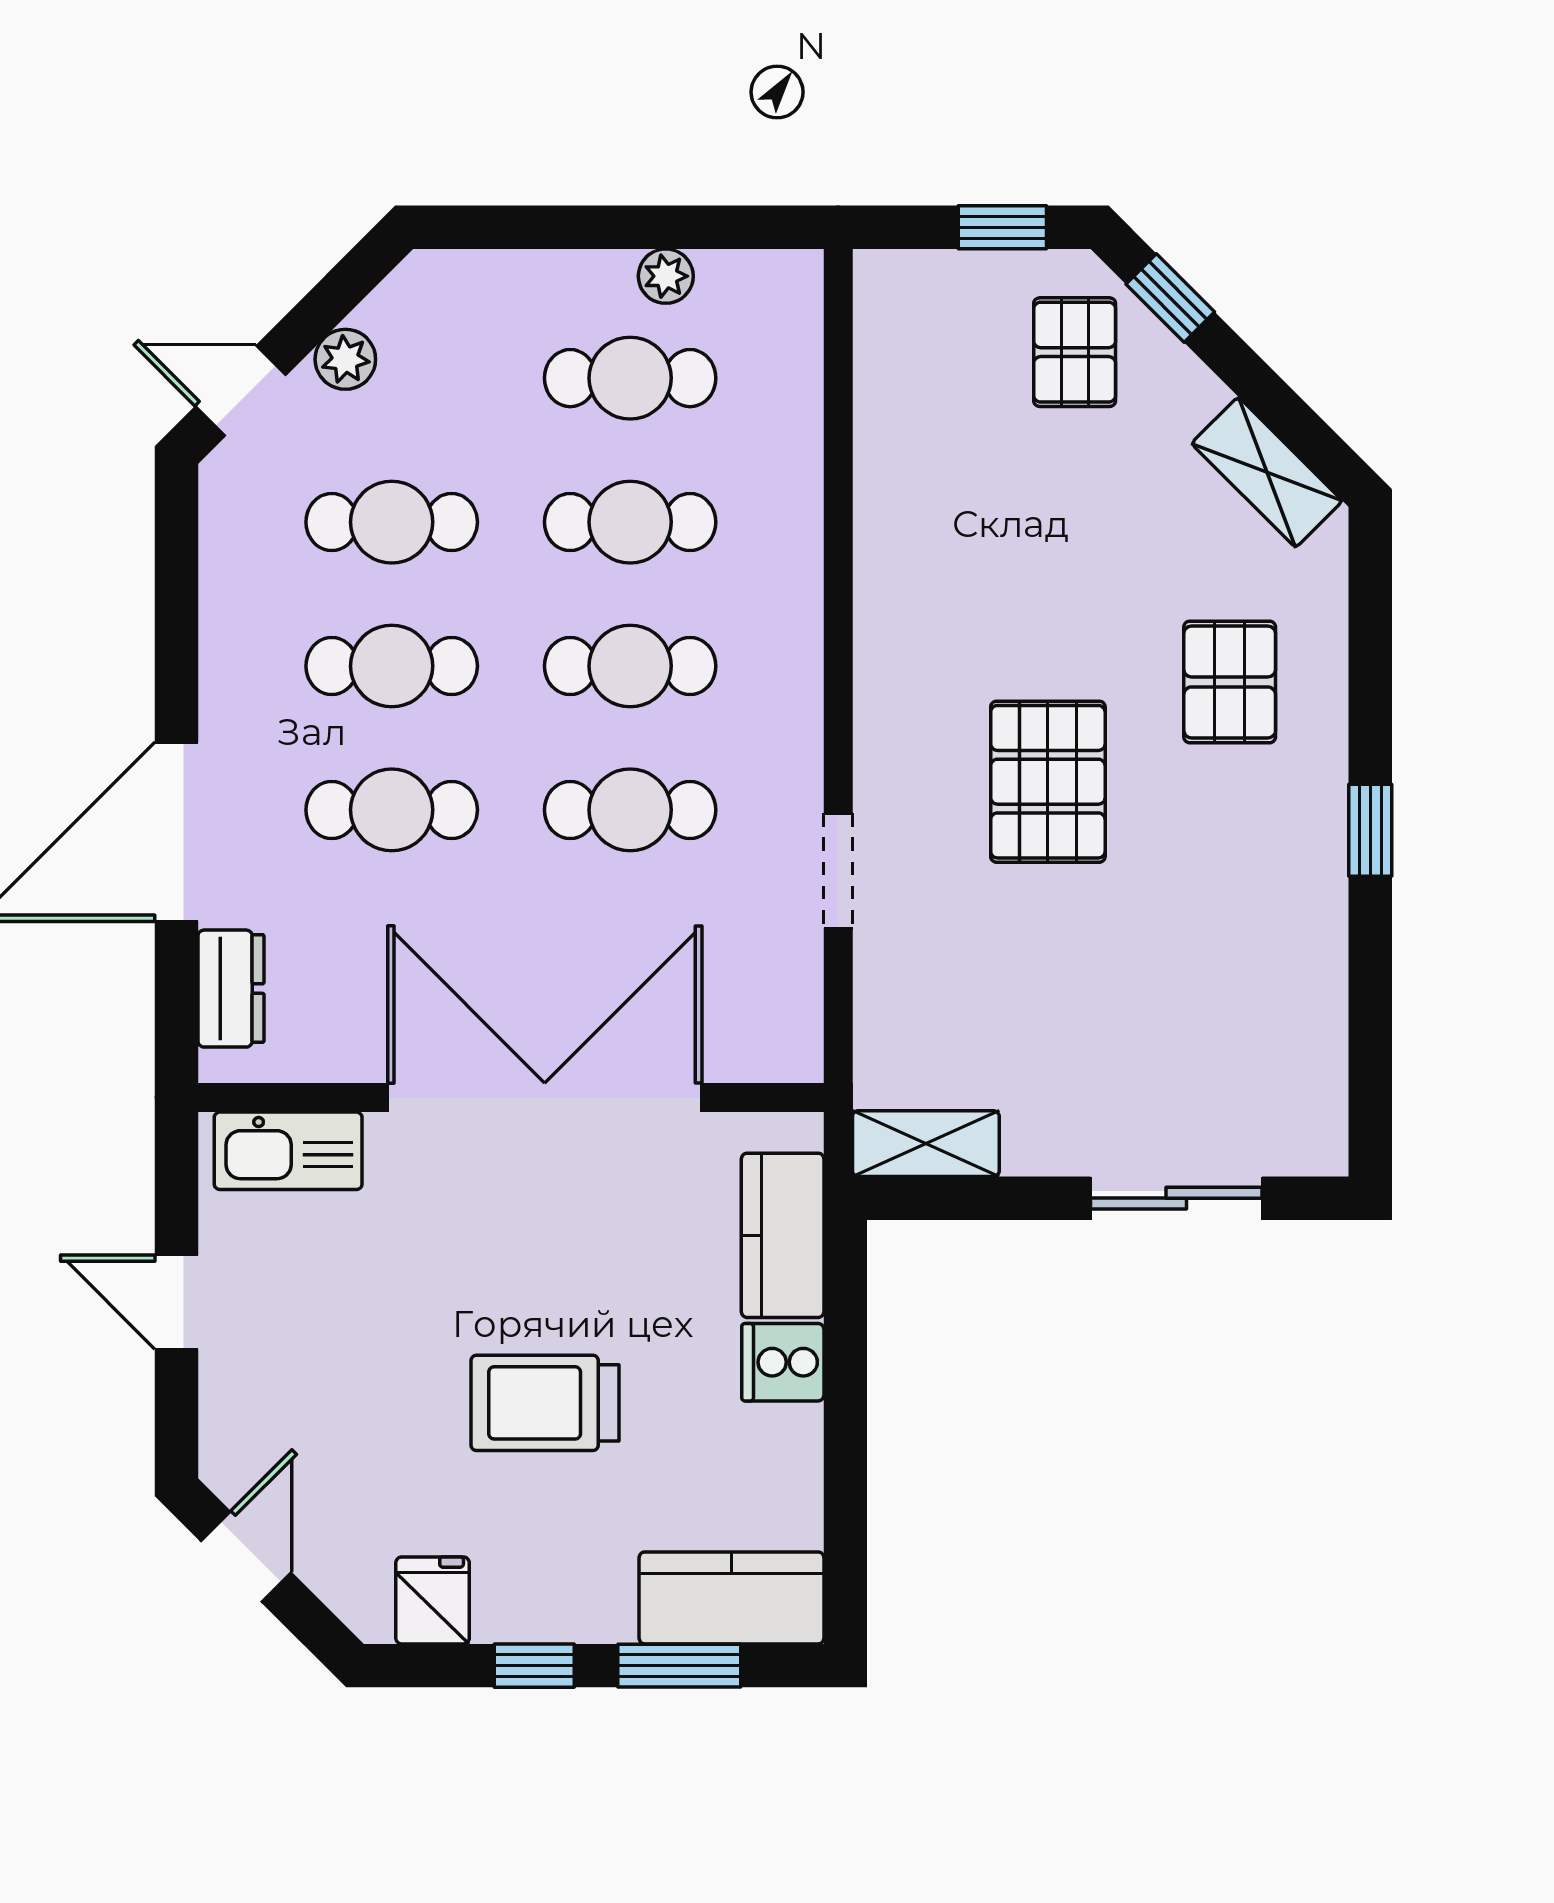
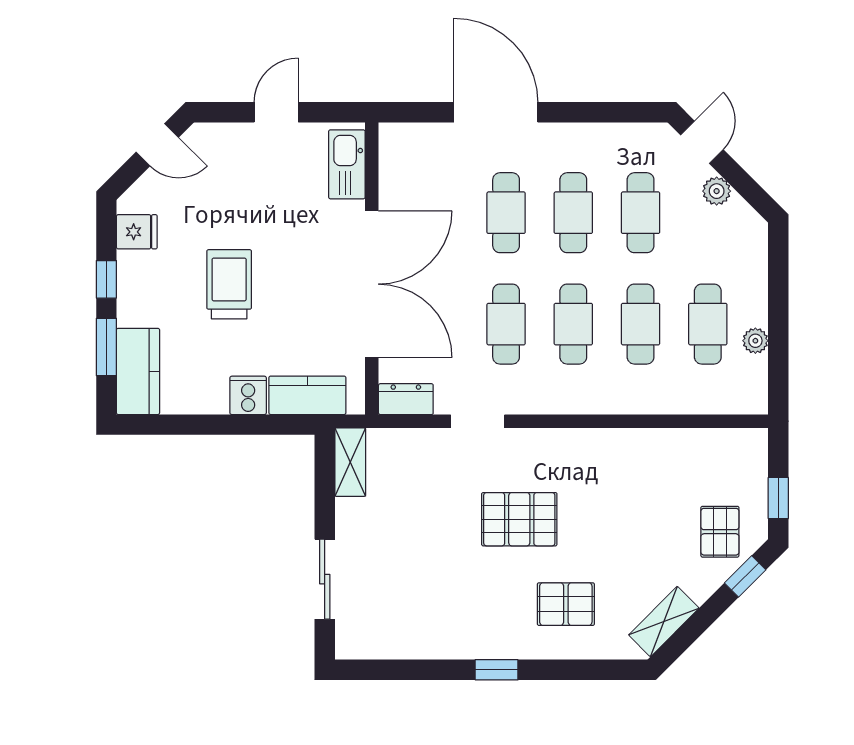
pallet: (1075, 352) -> (720, 532), turned 90
dresser: (231, 989) -> (406, 399), moved, turned 180

